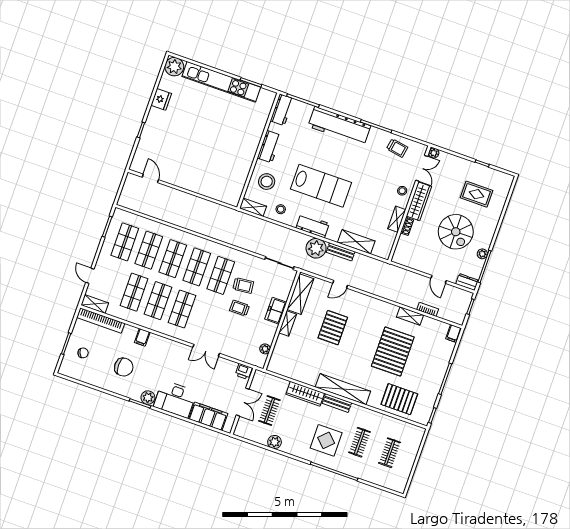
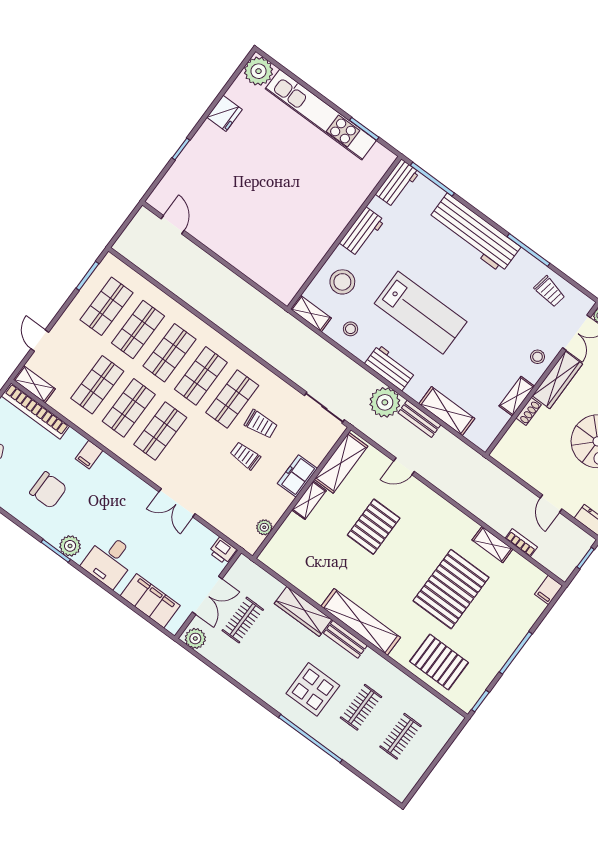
desk: (175, 399) -> (109, 560), width x0.73
plant: (275, 442) -> (195, 638), moved

